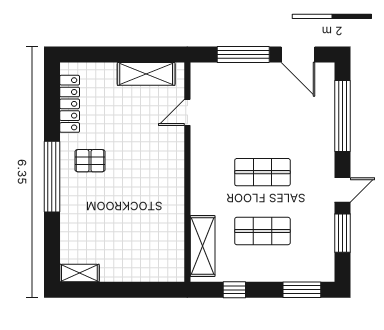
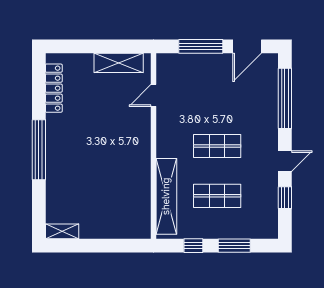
door: (298, 55) -> (247, 46), hinge flipped
pallet: (90, 161) -> (71, 136), removed
window: (343, 233) -> (285, 198), width x0.67
shelving: (203, 246) -> (166, 196), width x1.47
window: (302, 290) -> (234, 246), moved

